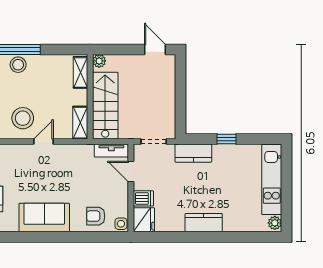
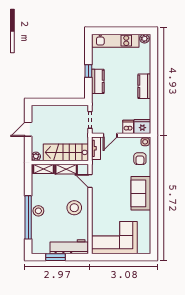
door: (155, 49) -> (28, 129), moved
shelving: (80, 123) -> (66, 169), moved
door: (44, 142) -> (90, 181), moved
kitchen counter: (193, 153) -> (98, 81), moved

